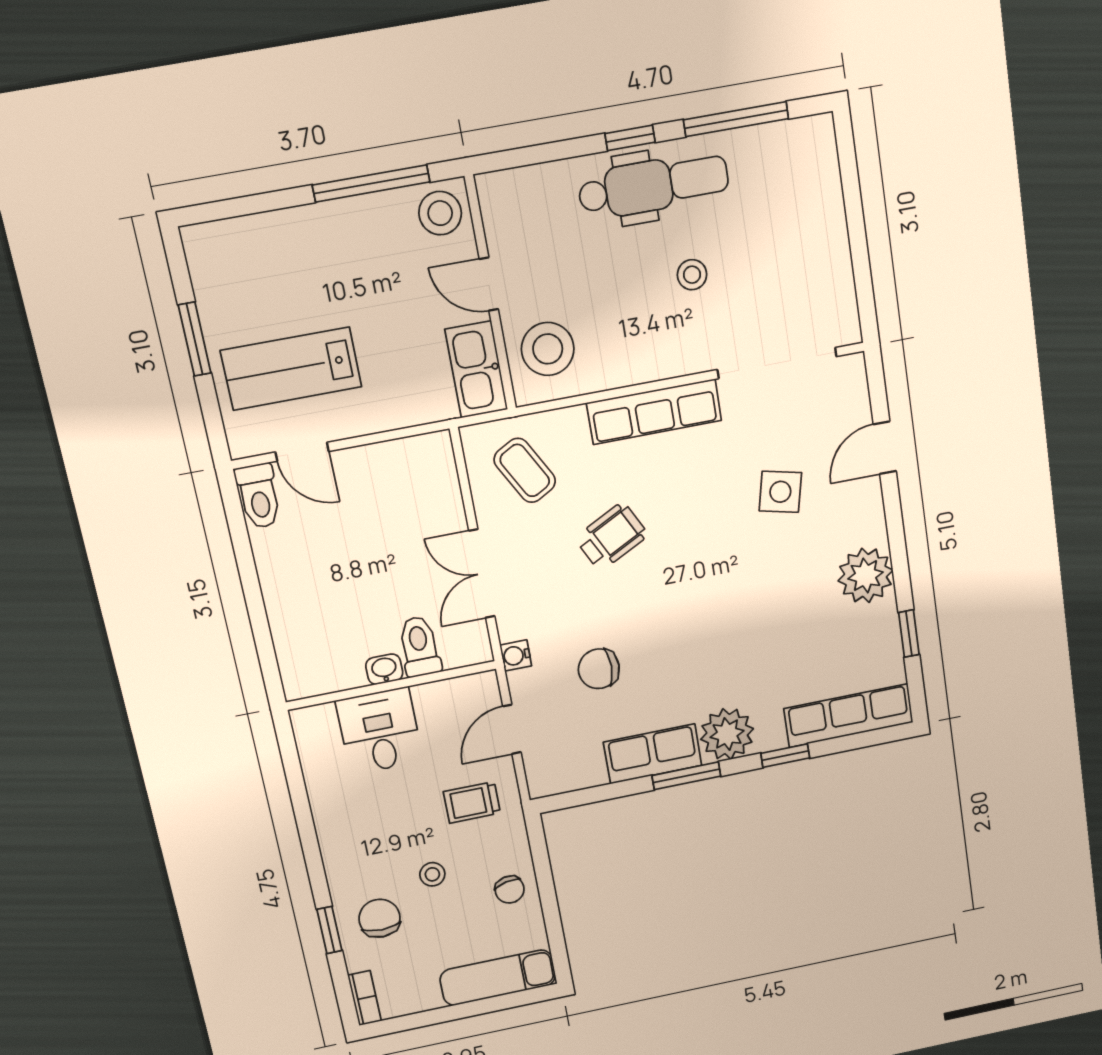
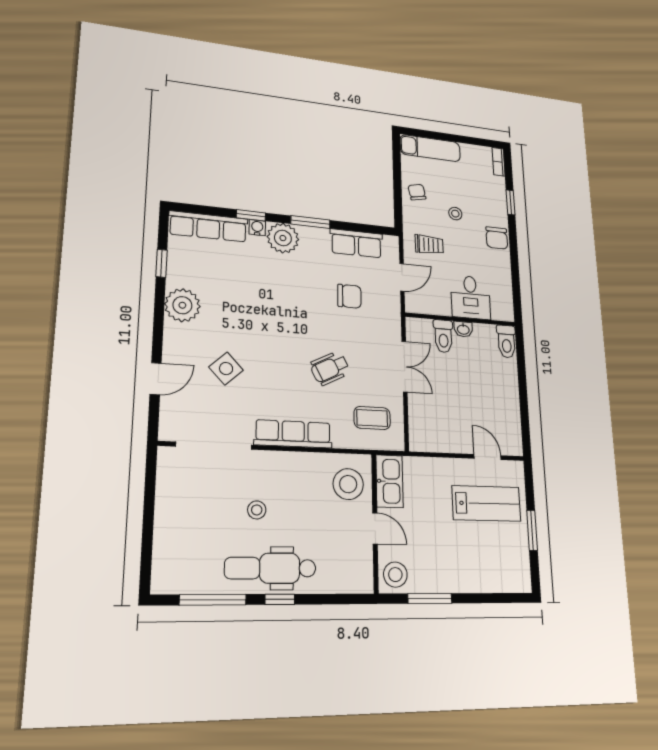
window: (371, 183) -> (430, 598), width x0.69
coffee table: (525, 470) -> (372, 418), turned -61
side table: (780, 492) -> (226, 369), turned 34
toilet: (259, 496) -> (506, 341), moved, turned 180
water cooler: (516, 655) -> (257, 228), moved, turned -90
row of seats: (653, 754) -> (356, 243), moved
chair: (380, 918) -> (497, 238), moved

